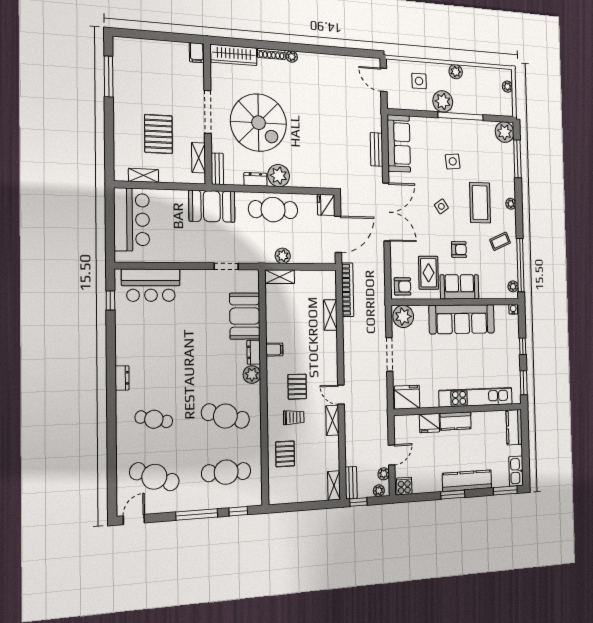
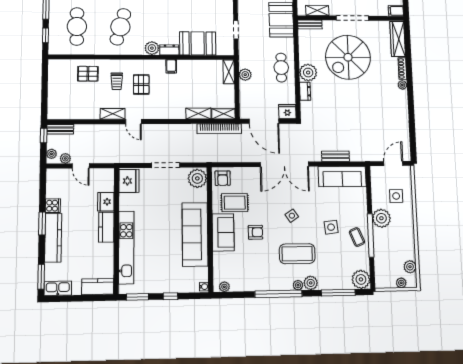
plant: (456, 72) -> (410, 267), moved
dresser: (255, 179) -> (305, 91), moved
plant: (509, 189) -> (311, 283), added
cafe table: (273, 210) -> (281, 68), width x0.73, depth x0.74
coffee table: (500, 241) -> (357, 237), moved
armchair: (459, 250) -> (255, 232), turned -90
window: (520, 265) -> (278, 294), moved
pallet: (297, 387) -> (141, 85), turned 90
door: (341, 395) -> (133, 122), swing flipped
shelving: (334, 485) -> (223, 114), moved
cooker: (404, 486) -> (53, 206), moved

